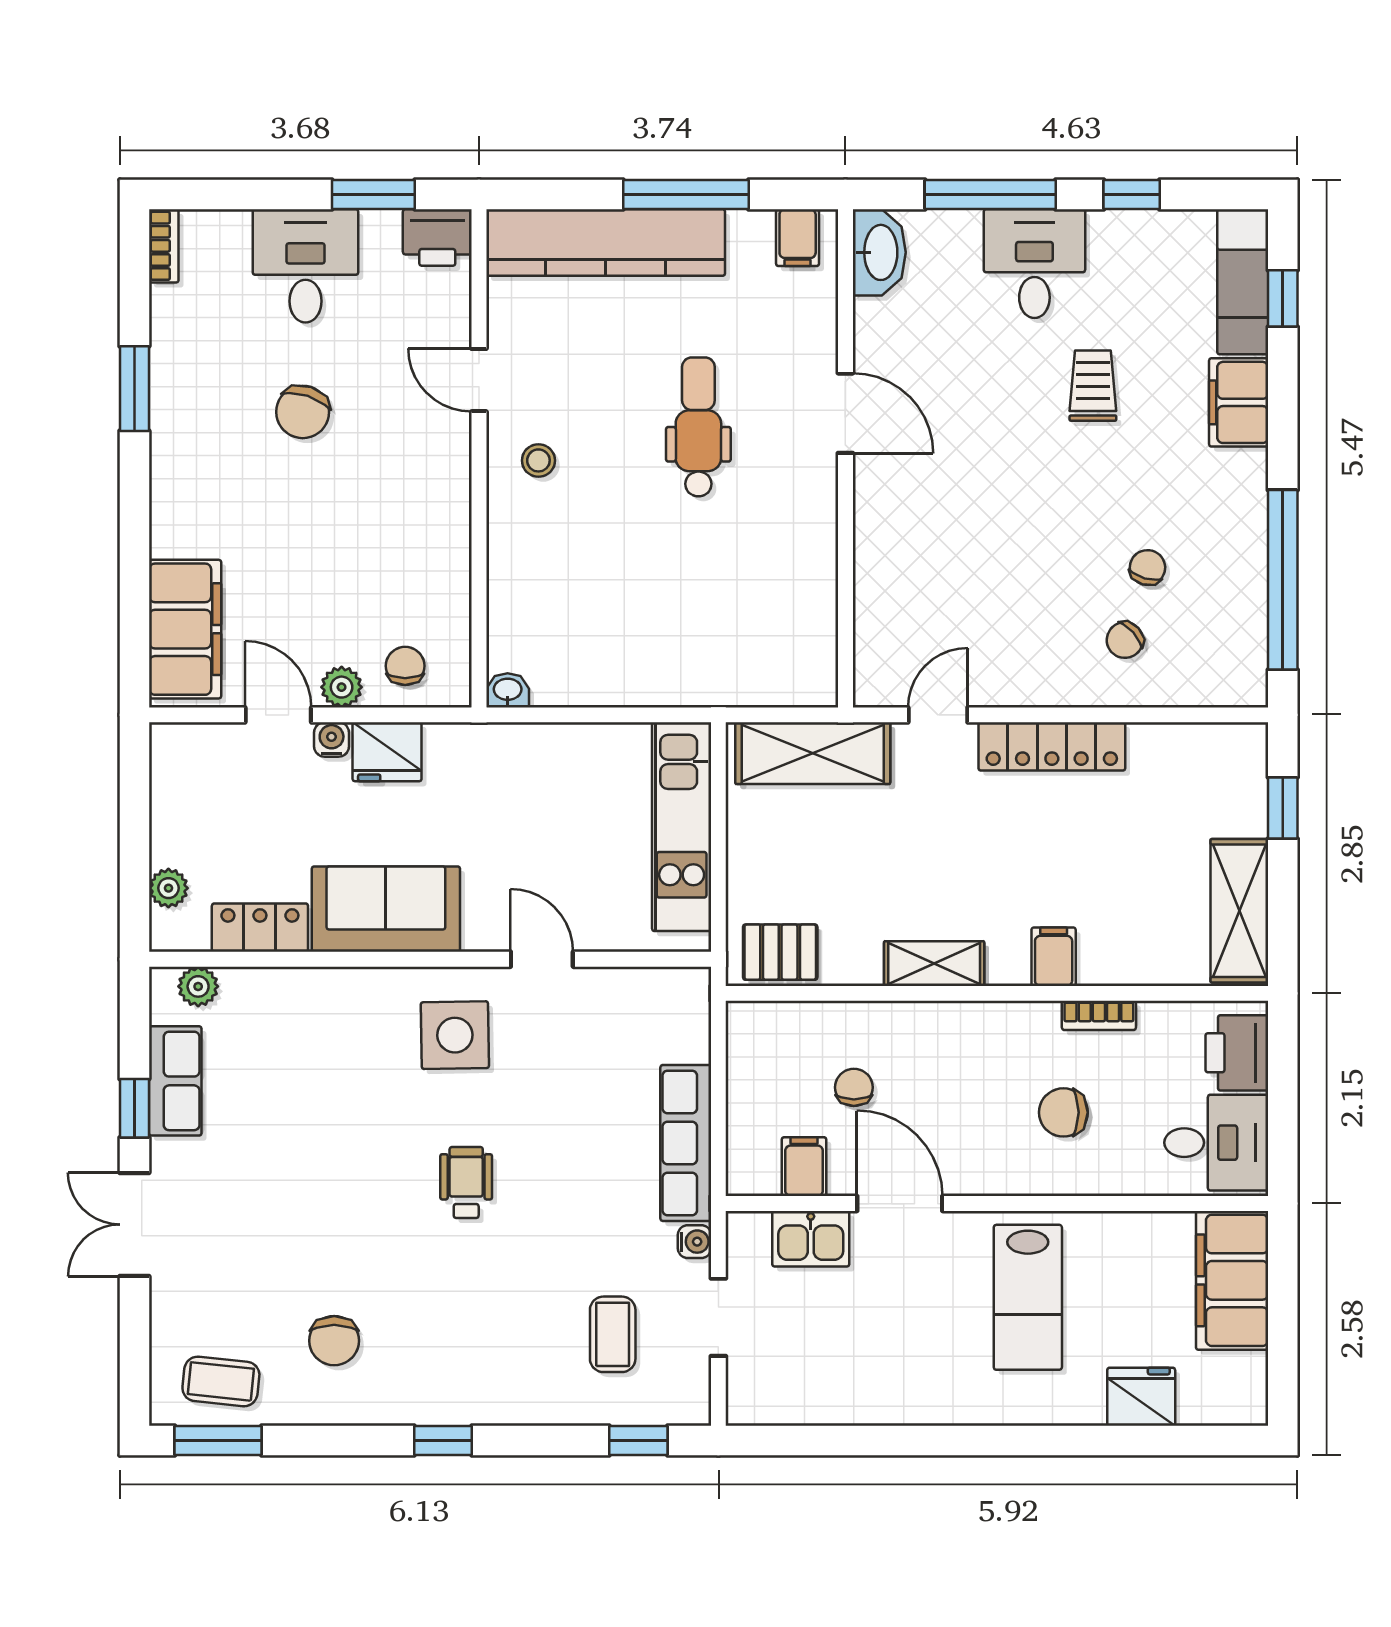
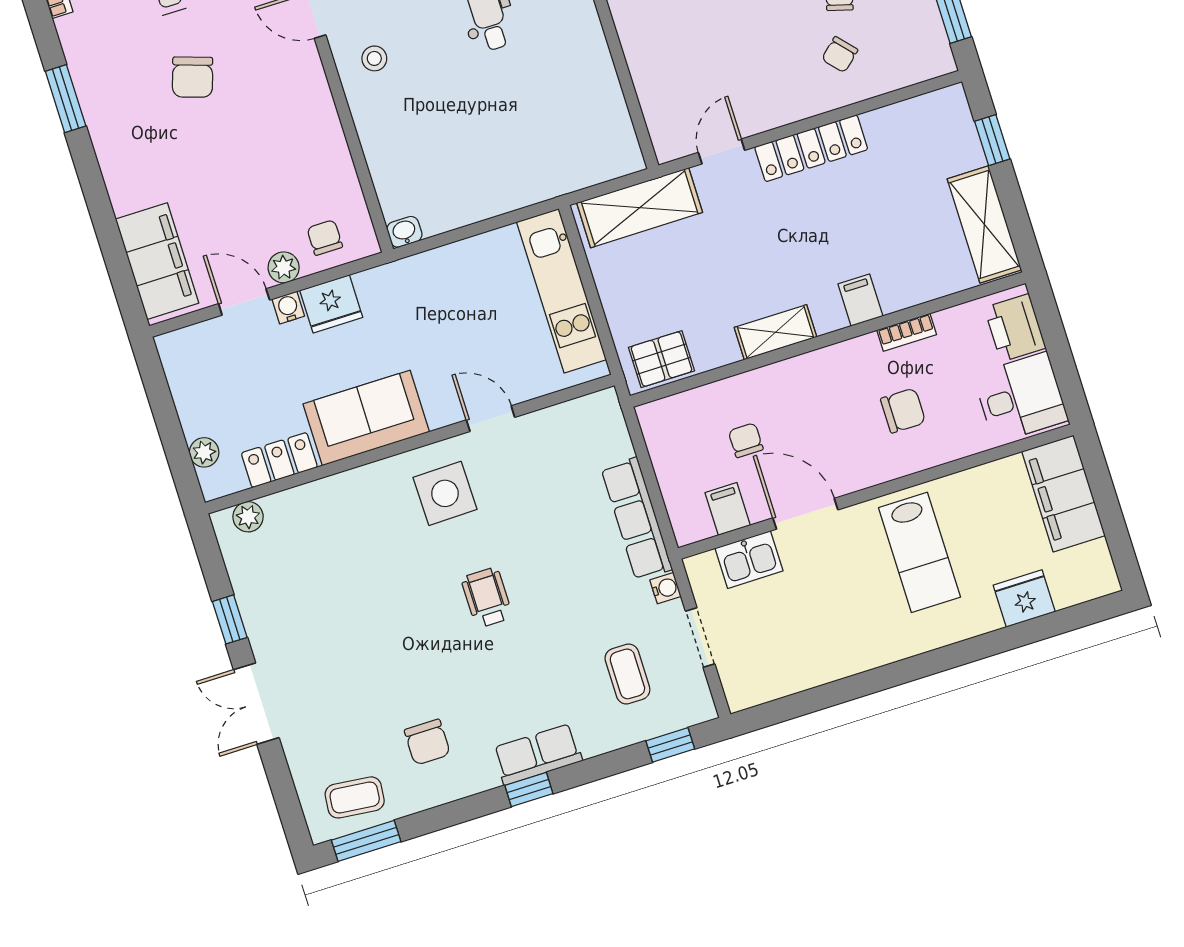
row of seats: (175, 1081) -> (538, 754), moved, turned -90
chair: (1063, 1112) -> (903, 411), turned 180

